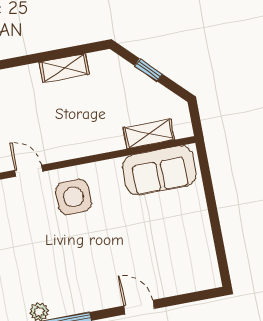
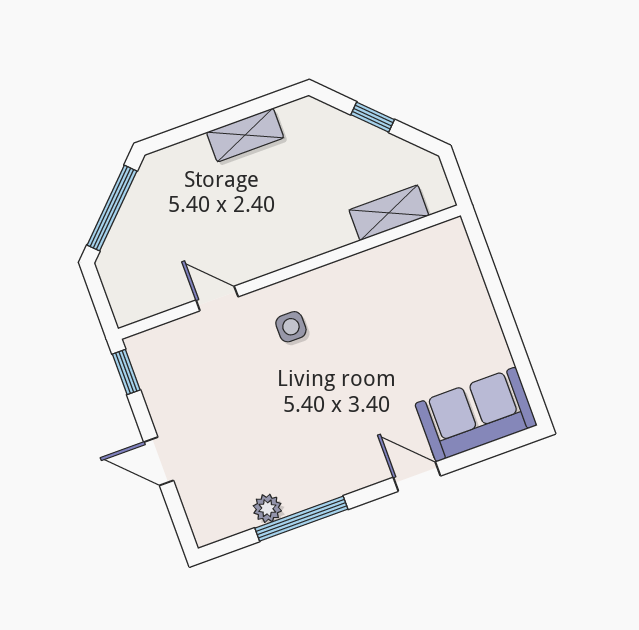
sofa: (159, 170) -> (476, 414), moved, turned 180
side table: (73, 197) -> (291, 327), width x0.54, depth x0.54

